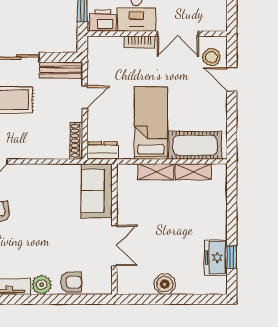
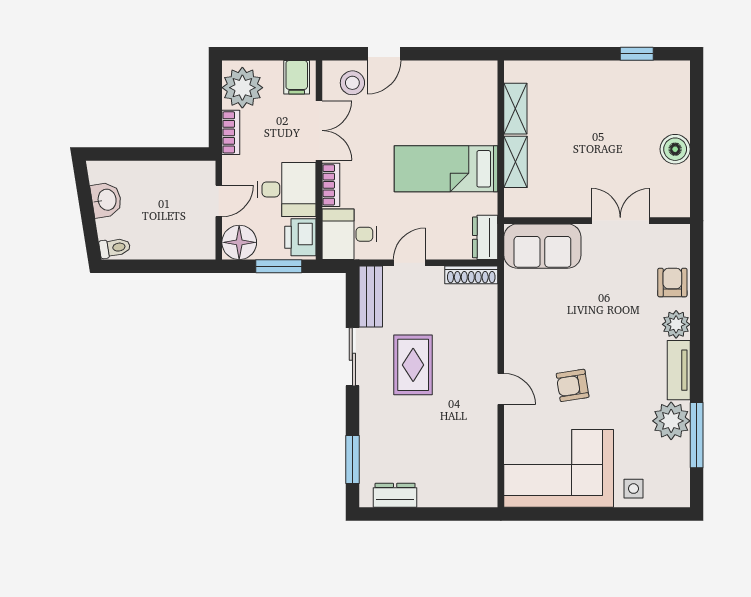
filing cabinet: (215, 18) -> (297, 77), added
desk: (105, 55) -> (350, 234), added
door: (85, 97) -> (409, 263), hinge flipped
cot: (195, 145) -> (478, 106), removed
freezer: (216, 257) -> (637, 77), removed

